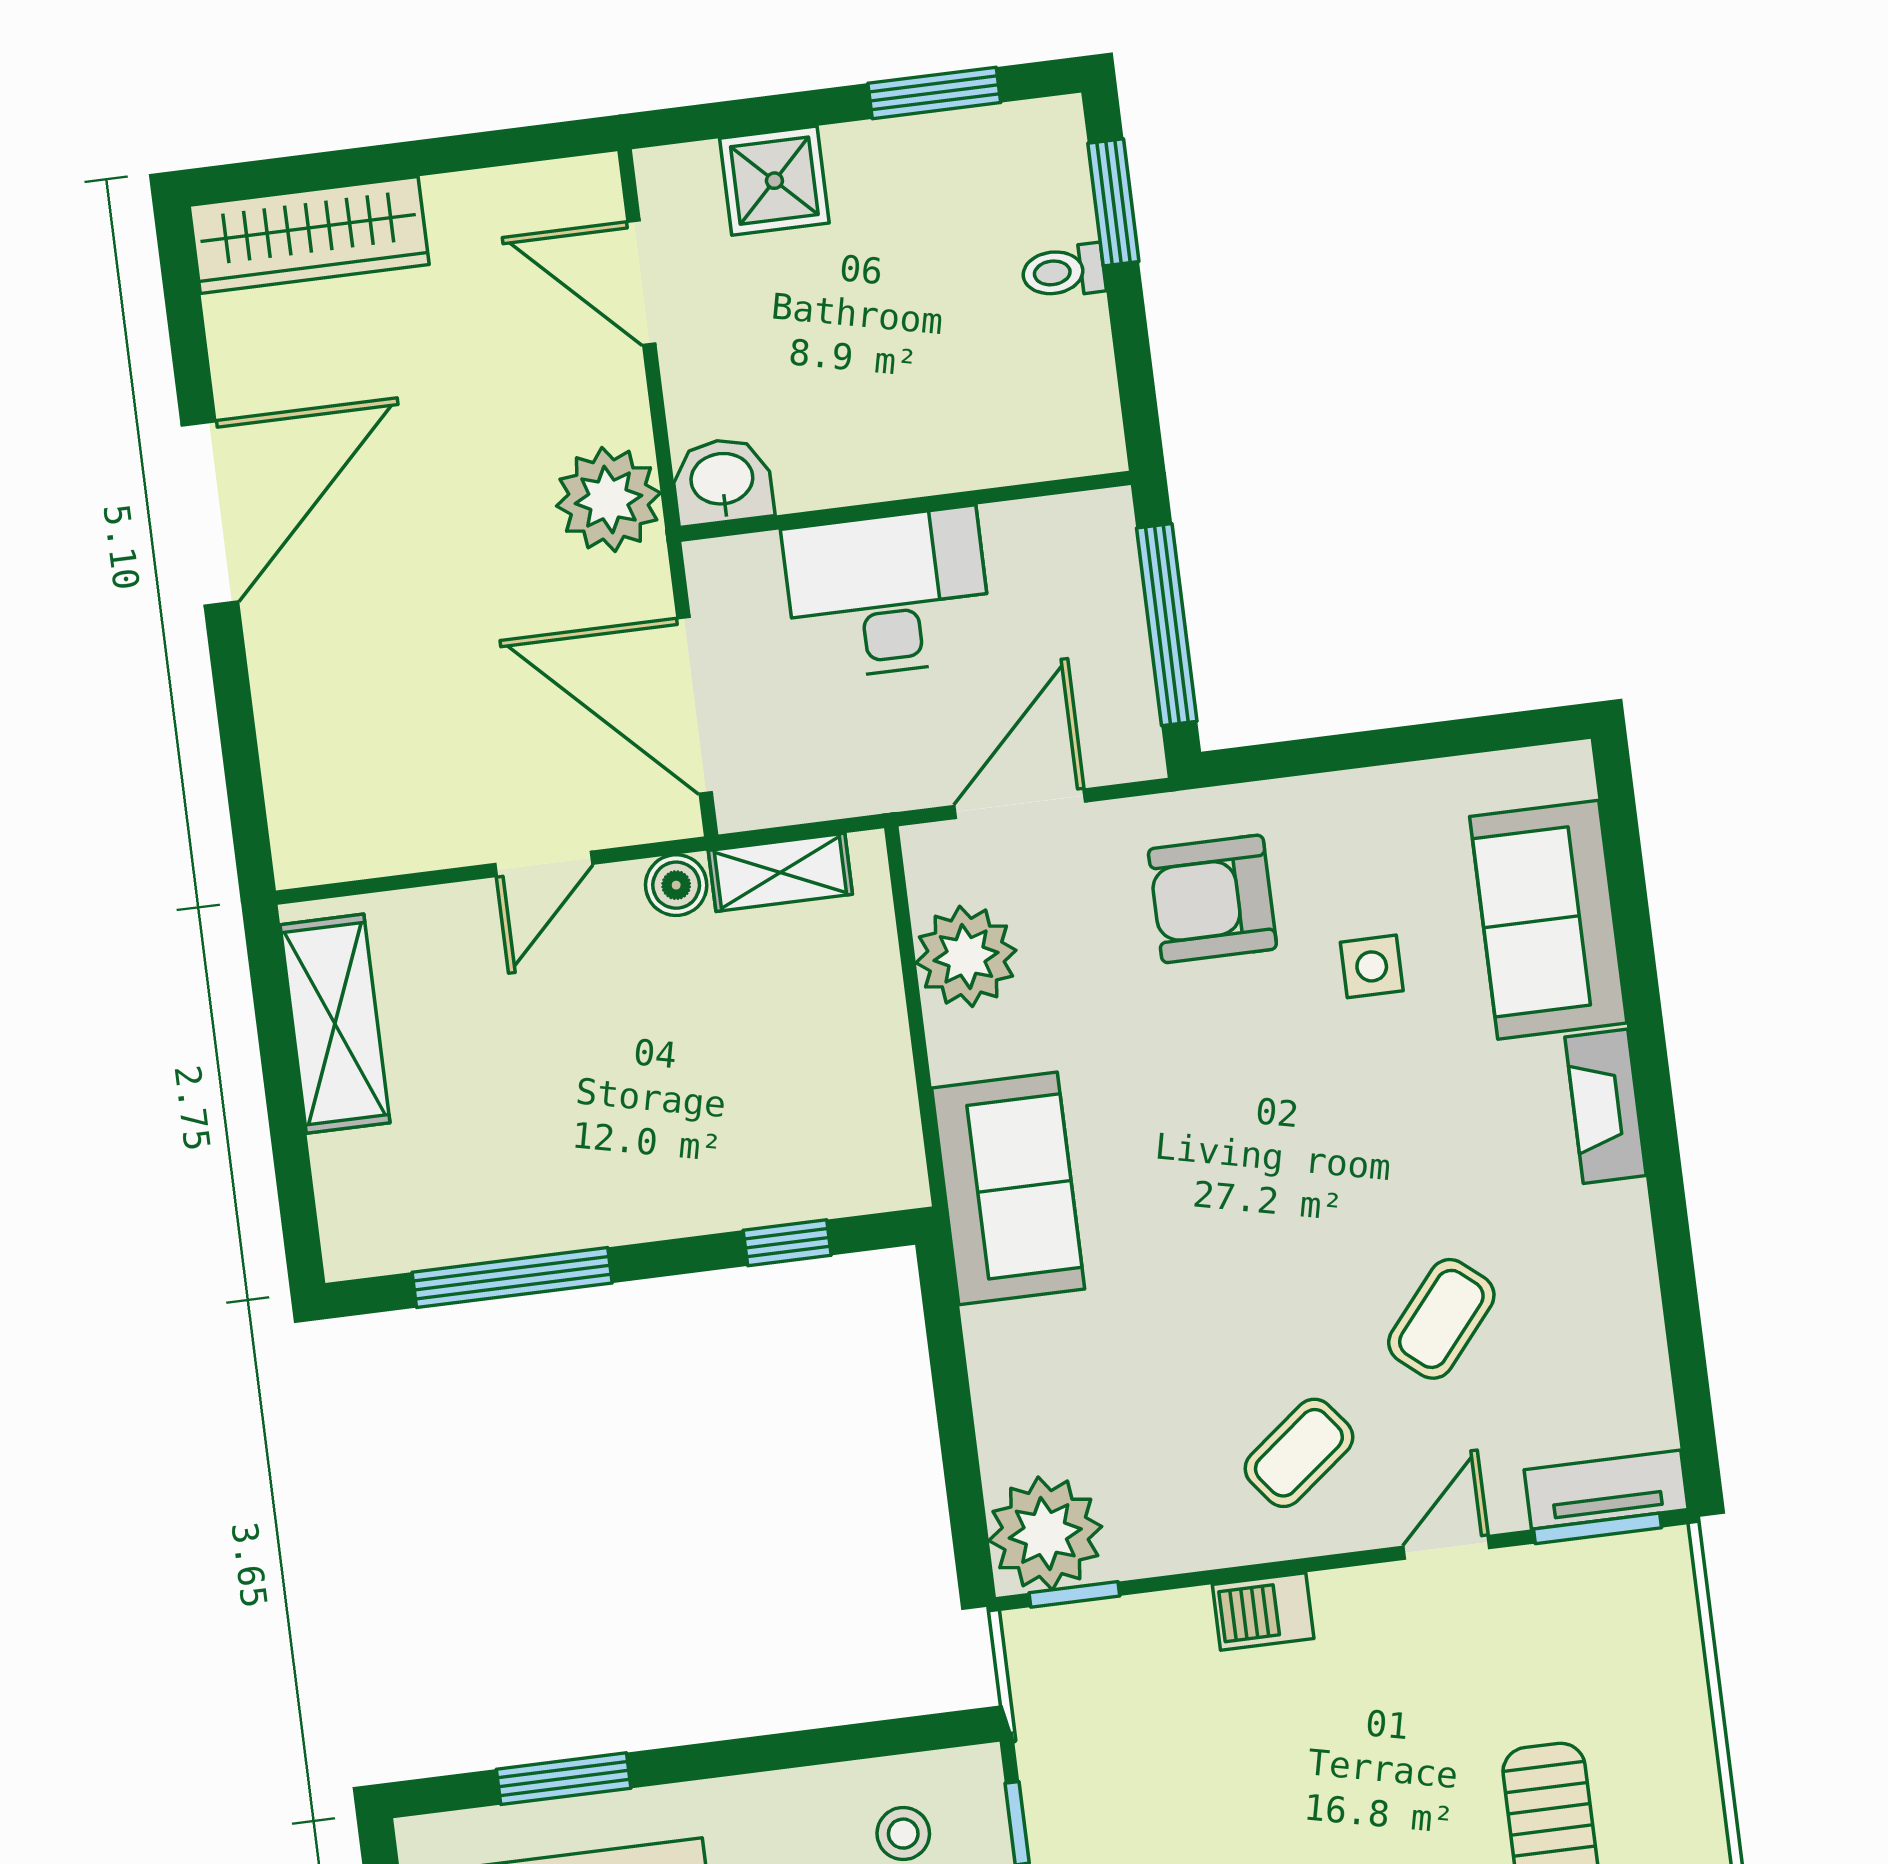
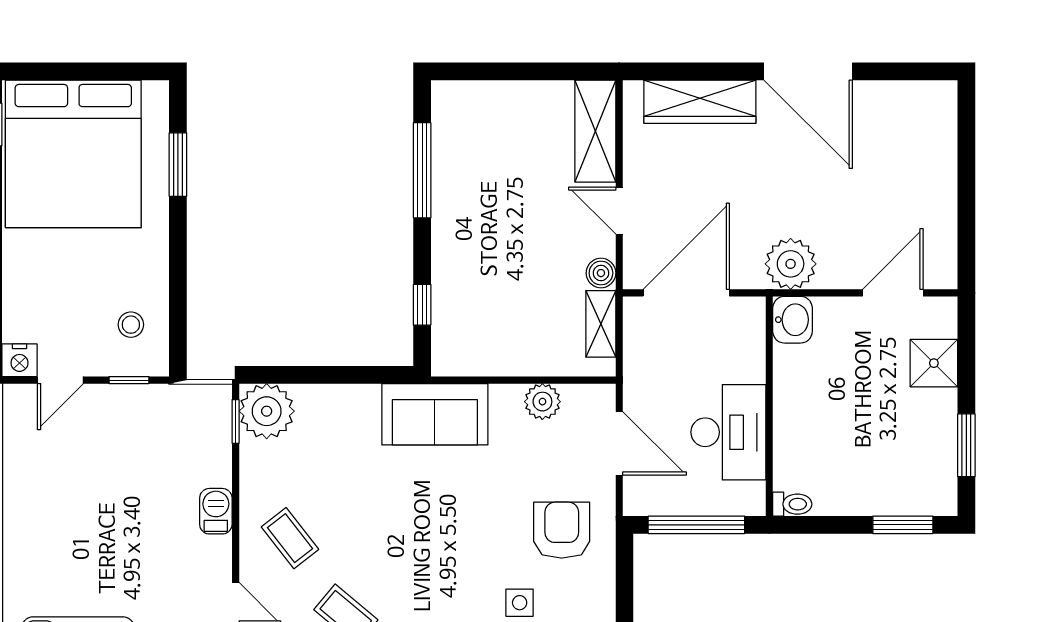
wardrobe: (309, 235) -> (700, 102), moved, turned -90
toilet: (1063, 271) -> (792, 504), moved, turned 90
desk: (888, 594) -> (728, 432), moved
plant: (966, 956) -> (542, 402), width x0.73, depth x0.73
shelving: (335, 1024) -> (595, 131), moved, turned 90

